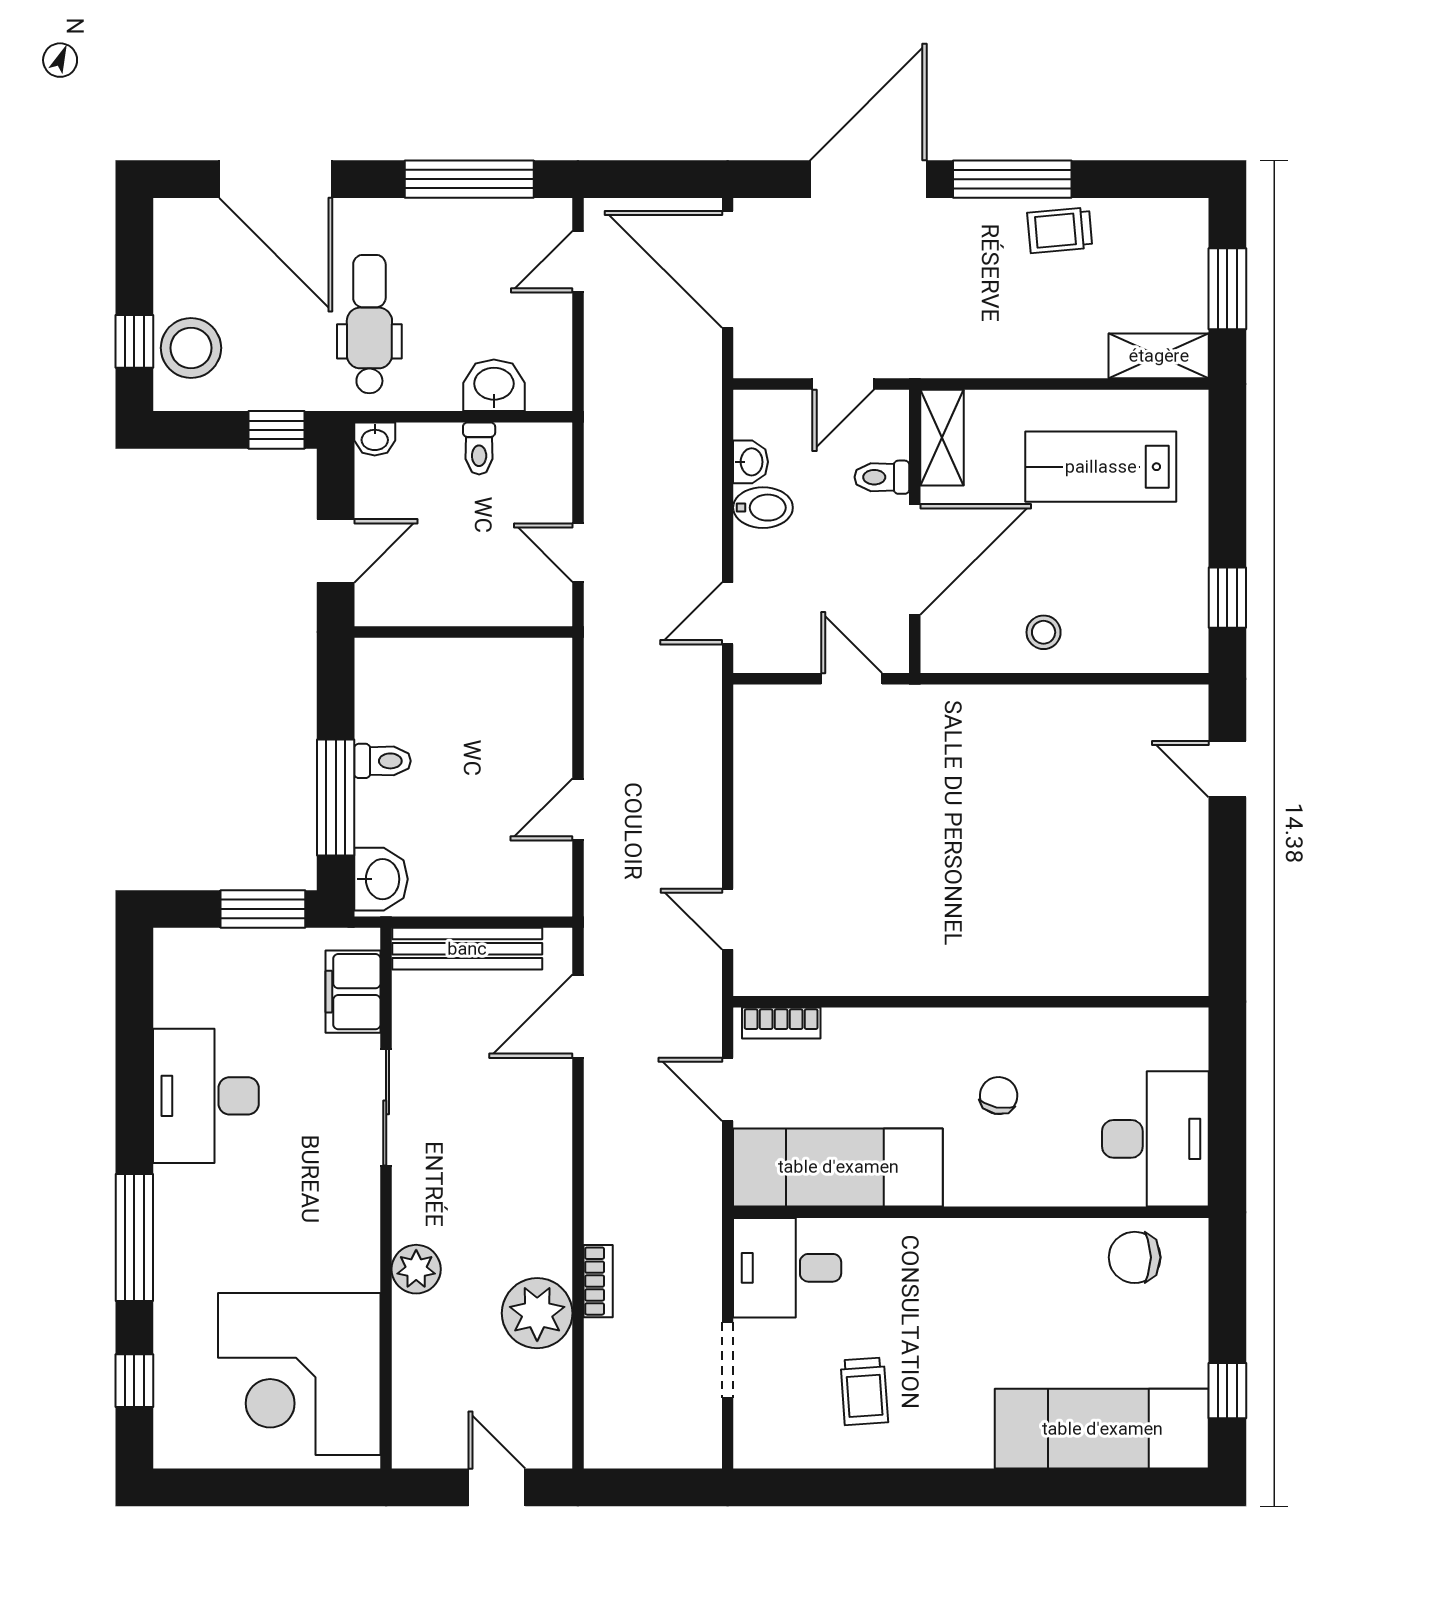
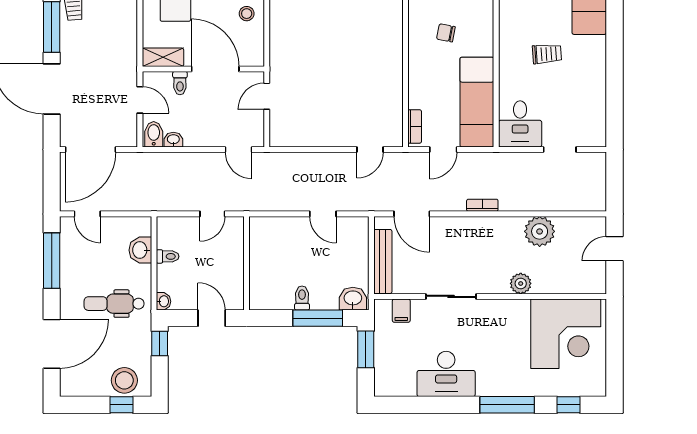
bidet: (763, 508) -> (154, 134), moved
filing cabinet: (353, 992) -> (401, 311), width x0.50
bookcase: (598, 1281) -> (482, 205), moved
trolley: (864, 1391) -> (547, 54), moved

